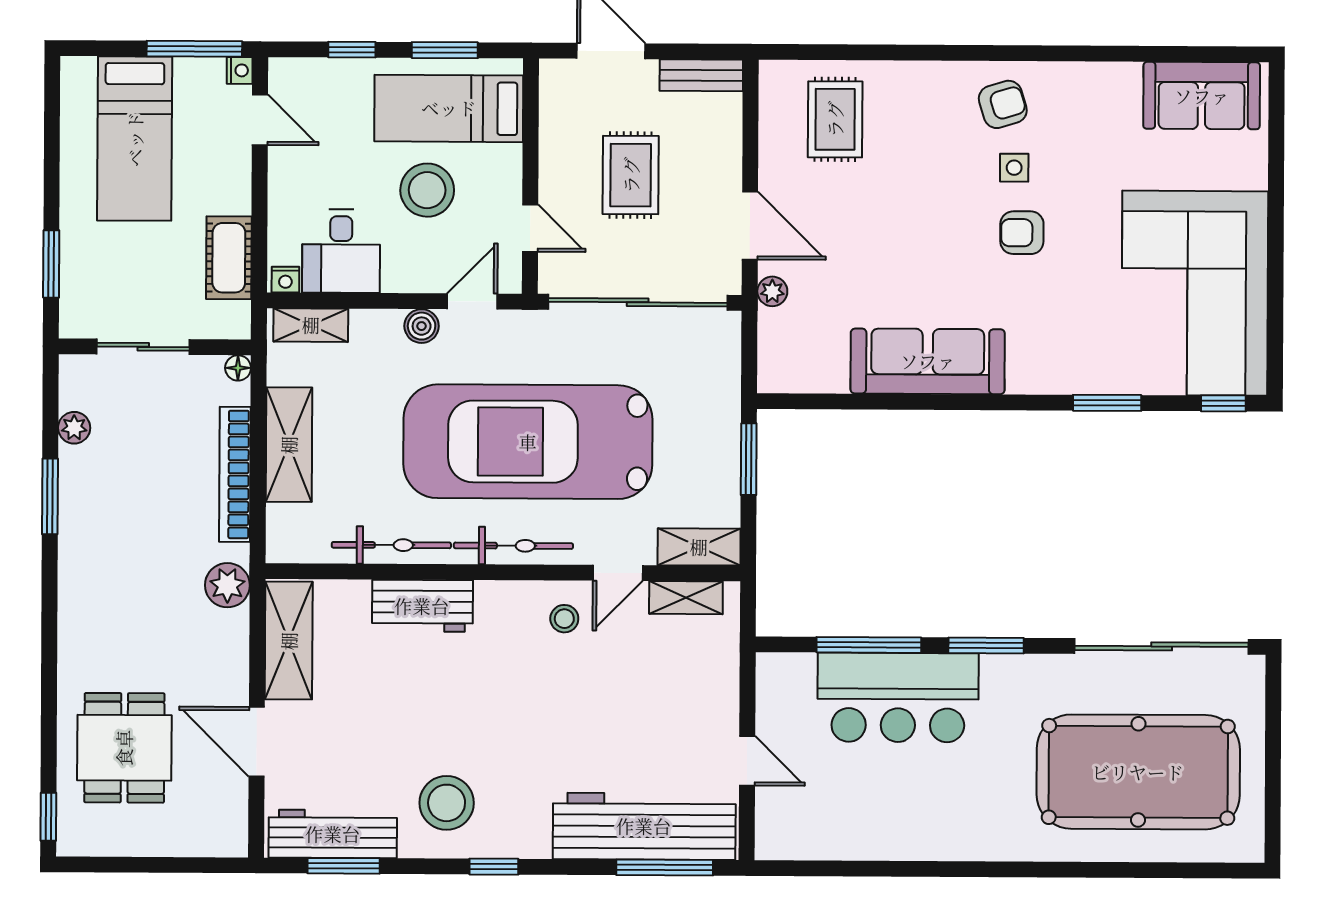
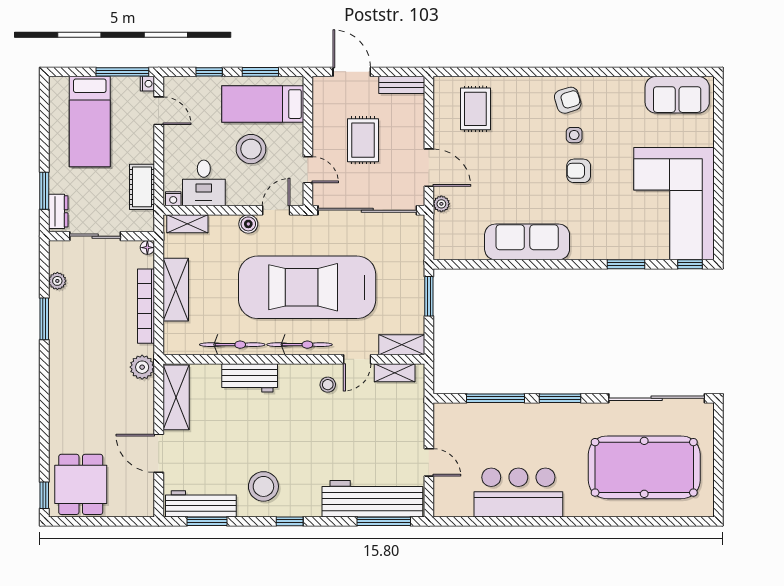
dresser: (76, 301) -> (58, 211), added
bar counter: (898, 698) -> (518, 492), moved, turned 180
dining table: (124, 748) -> (81, 484), moved

